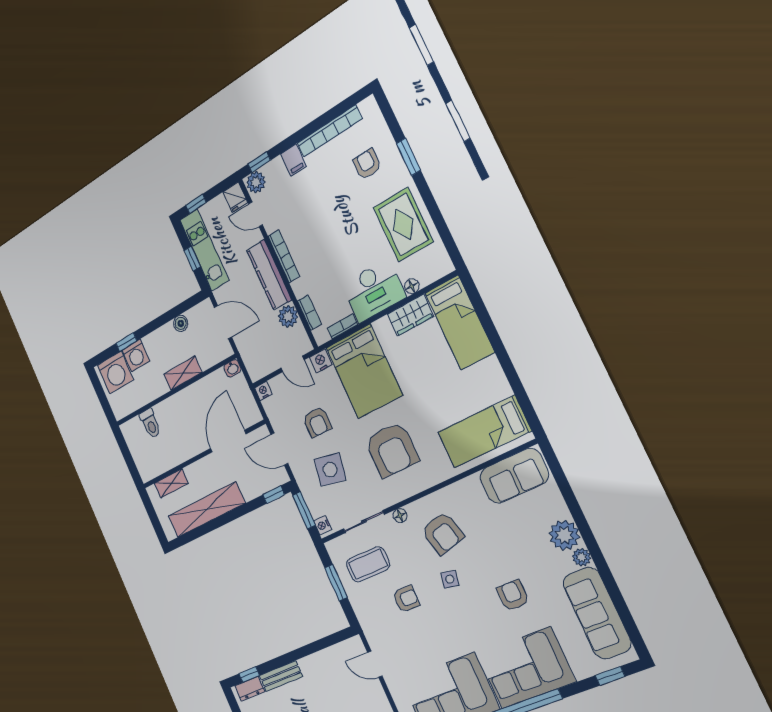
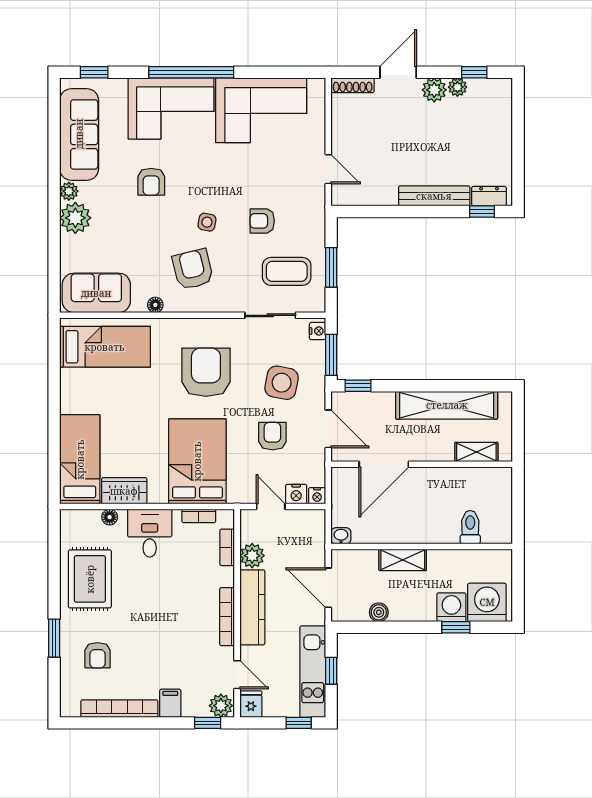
desk: (374, 291) -> (150, 533), width x0.73
nightstand: (321, 361) -> (296, 494), moved
floor lamp: (400, 515) -> (155, 305), moved
bench: (281, 676) -> (434, 196), width x1.36

